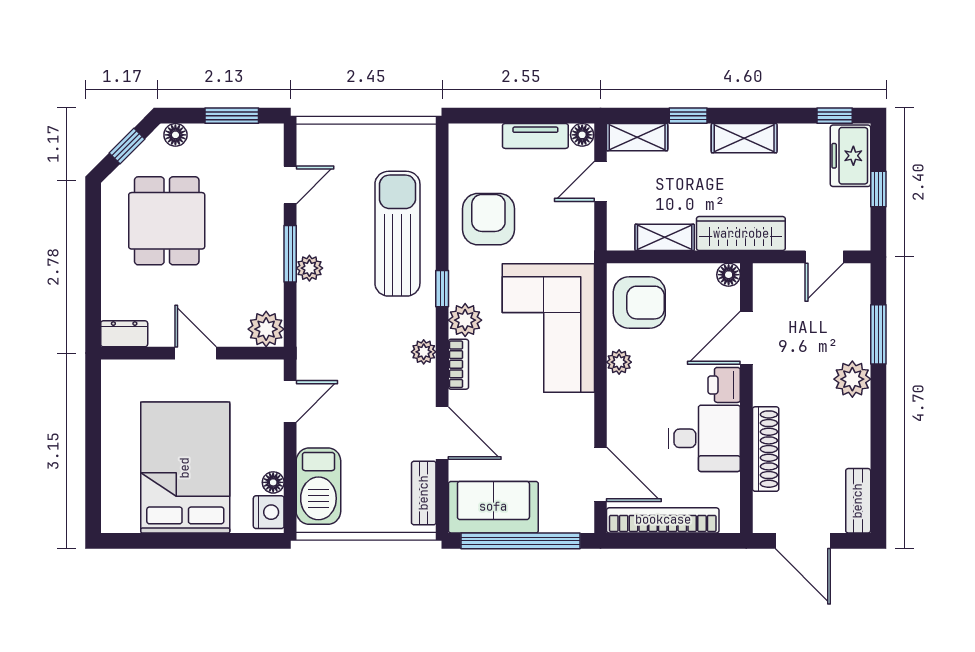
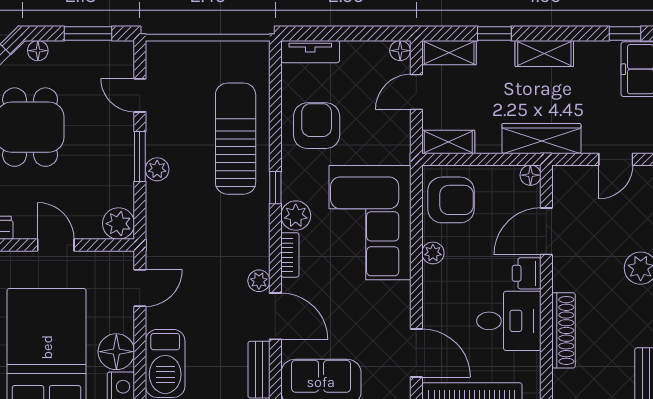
tv unit: (535, 136) -> (310, 52), moved
door: (290, 185) -> (140, 95), swing flipped
shelving: (665, 237) -> (448, 142), moved
plant: (424, 352) -> (259, 281), moved
floor lamp: (273, 482) -> (116, 352), width x1.89, depth x1.89

